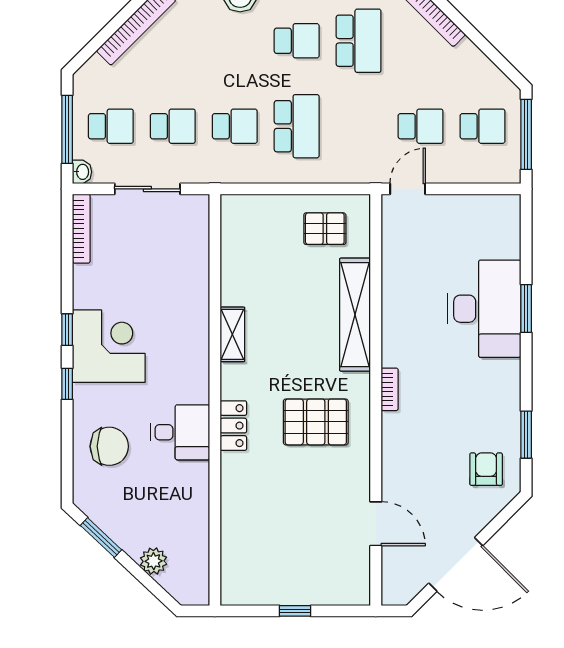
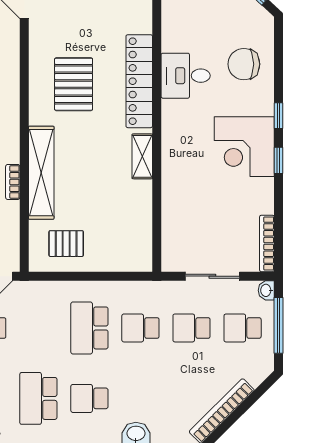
bookcase: (390, 389) -> (13, 182), moved
pallet: (316, 422) -> (74, 84), turned 90
locker: (233, 426) -> (139, 81), width x2.16, depth x1.21

